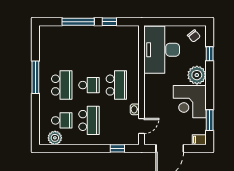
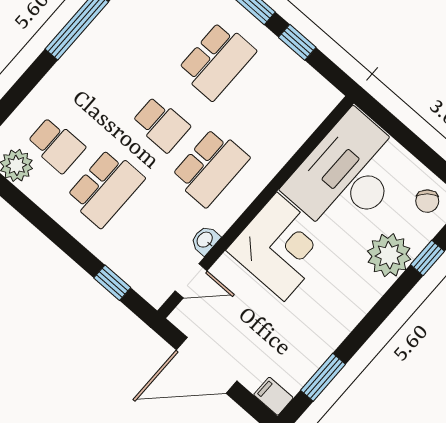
plant: (197, 75) -> (389, 255), moved
school desk: (62, 85) -> (217, 61), moved
corner desk: (190, 102) -> (280, 247), moved, turned 180

